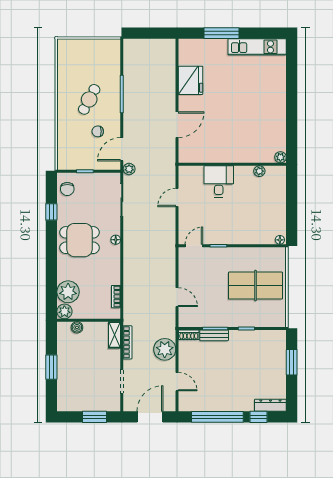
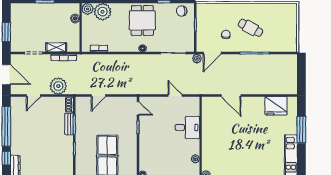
fridge: (191, 80) -> (276, 106), moved
door: (122, 149) -> (212, 53), swing flipped
shelving: (114, 335) -> (56, 47), moved

